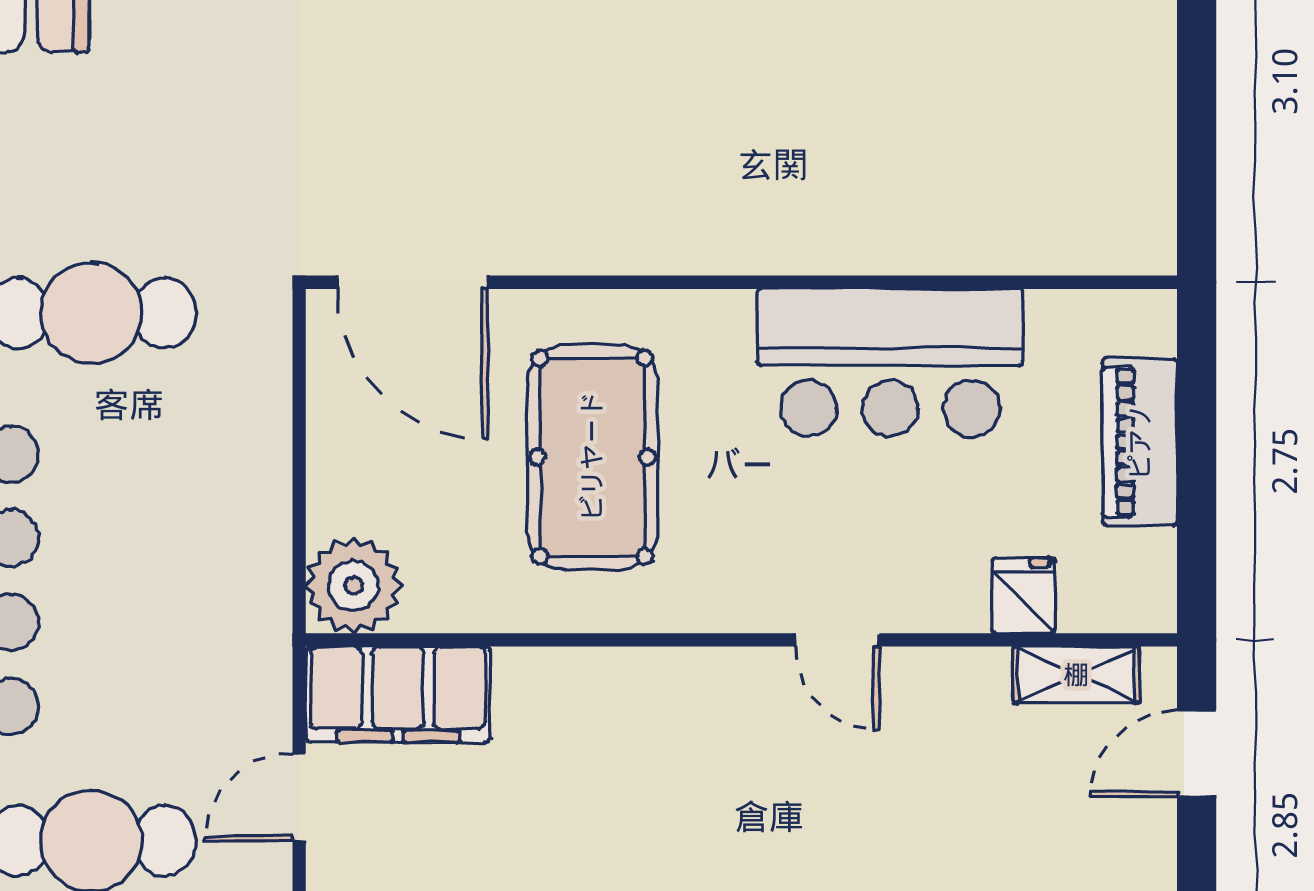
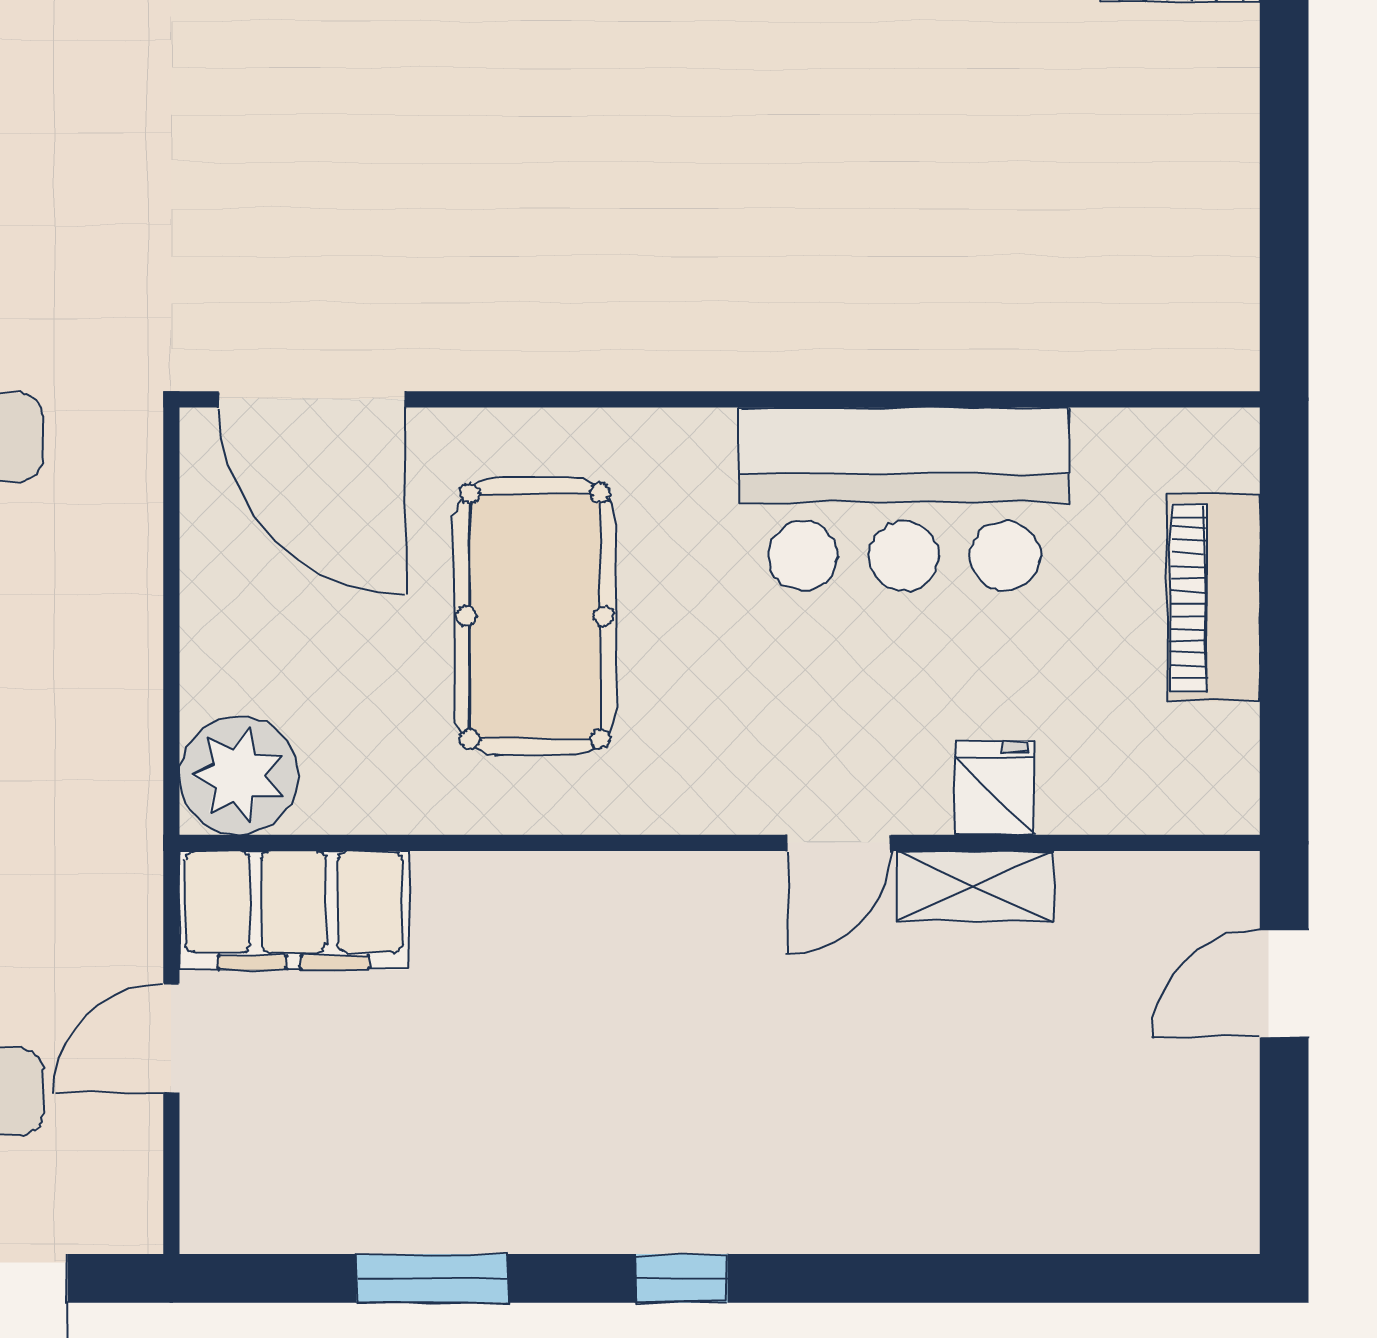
fridge: (1024, 596) -> (995, 788), moved
door: (838, 640) -> (839, 843), hinge flipped
shelving: (1076, 675) -> (975, 886), moved

